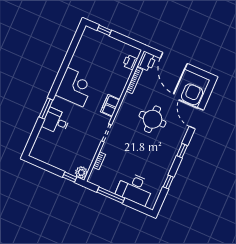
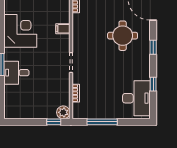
filing cabinet: (110, 106) -> (63, 29), width x0.50
round table: (153, 119) -> (123, 36), moved
desk: (135, 189) -> (136, 98), moved, turned -90

